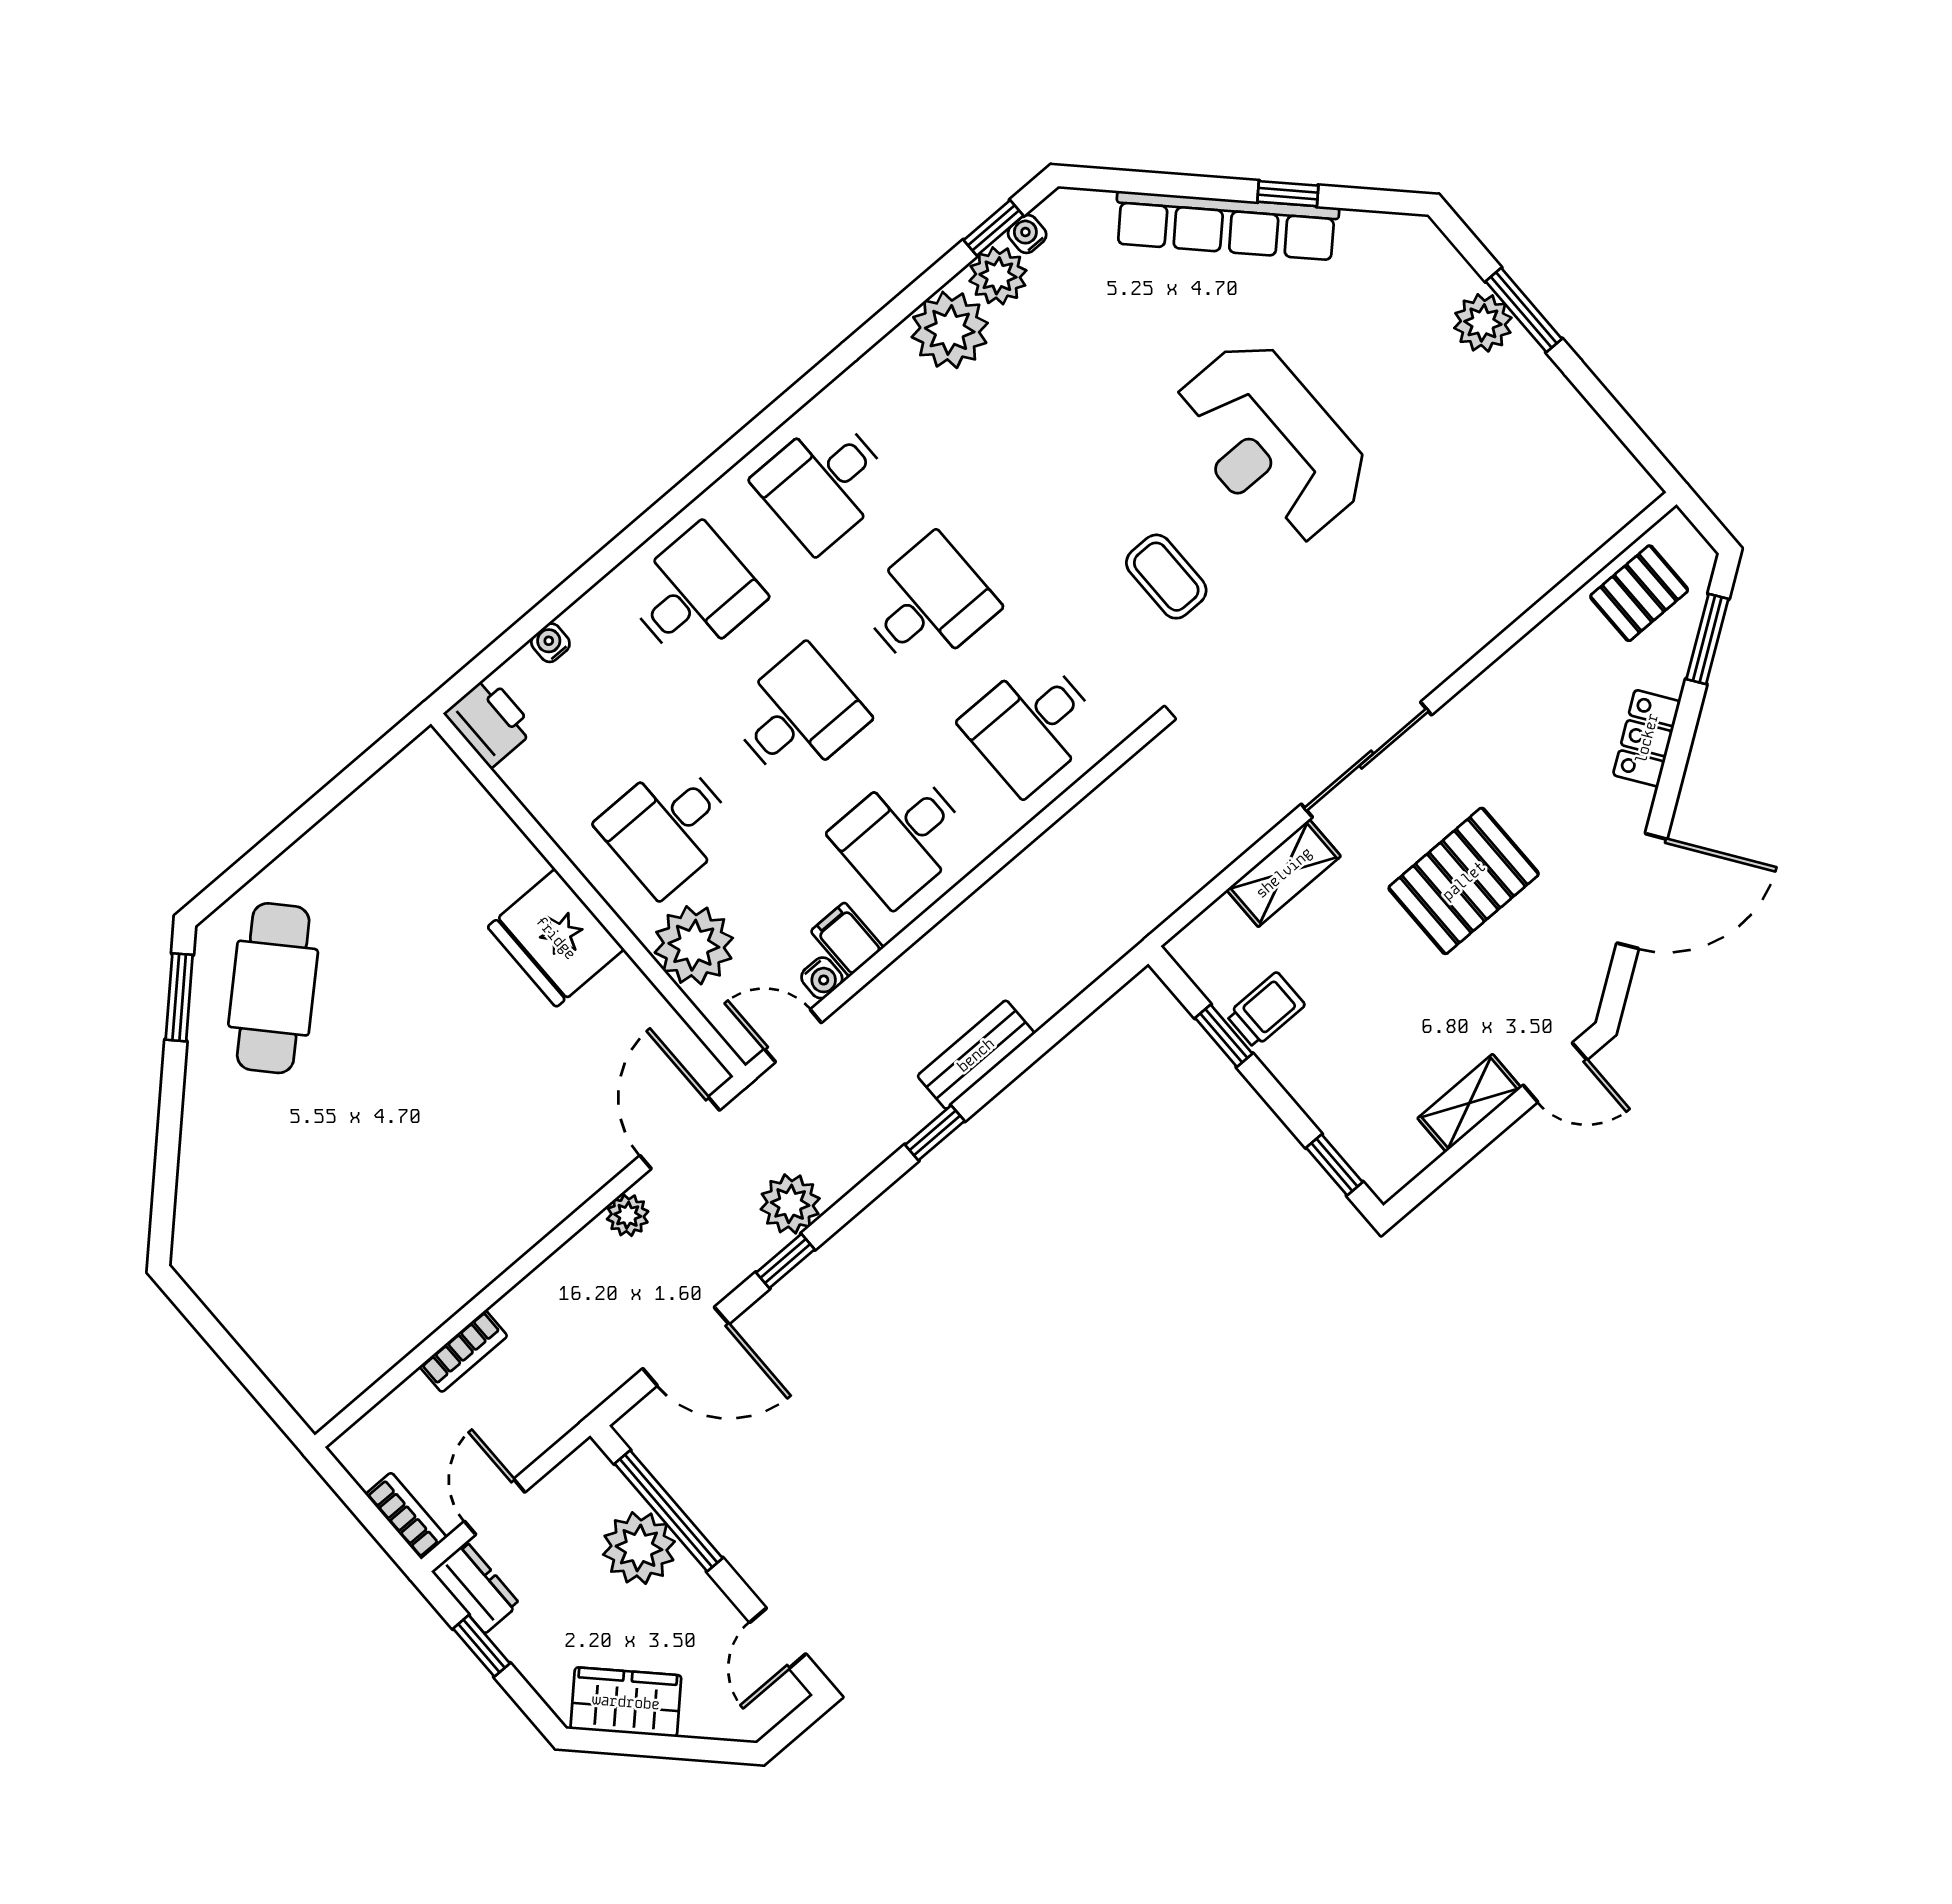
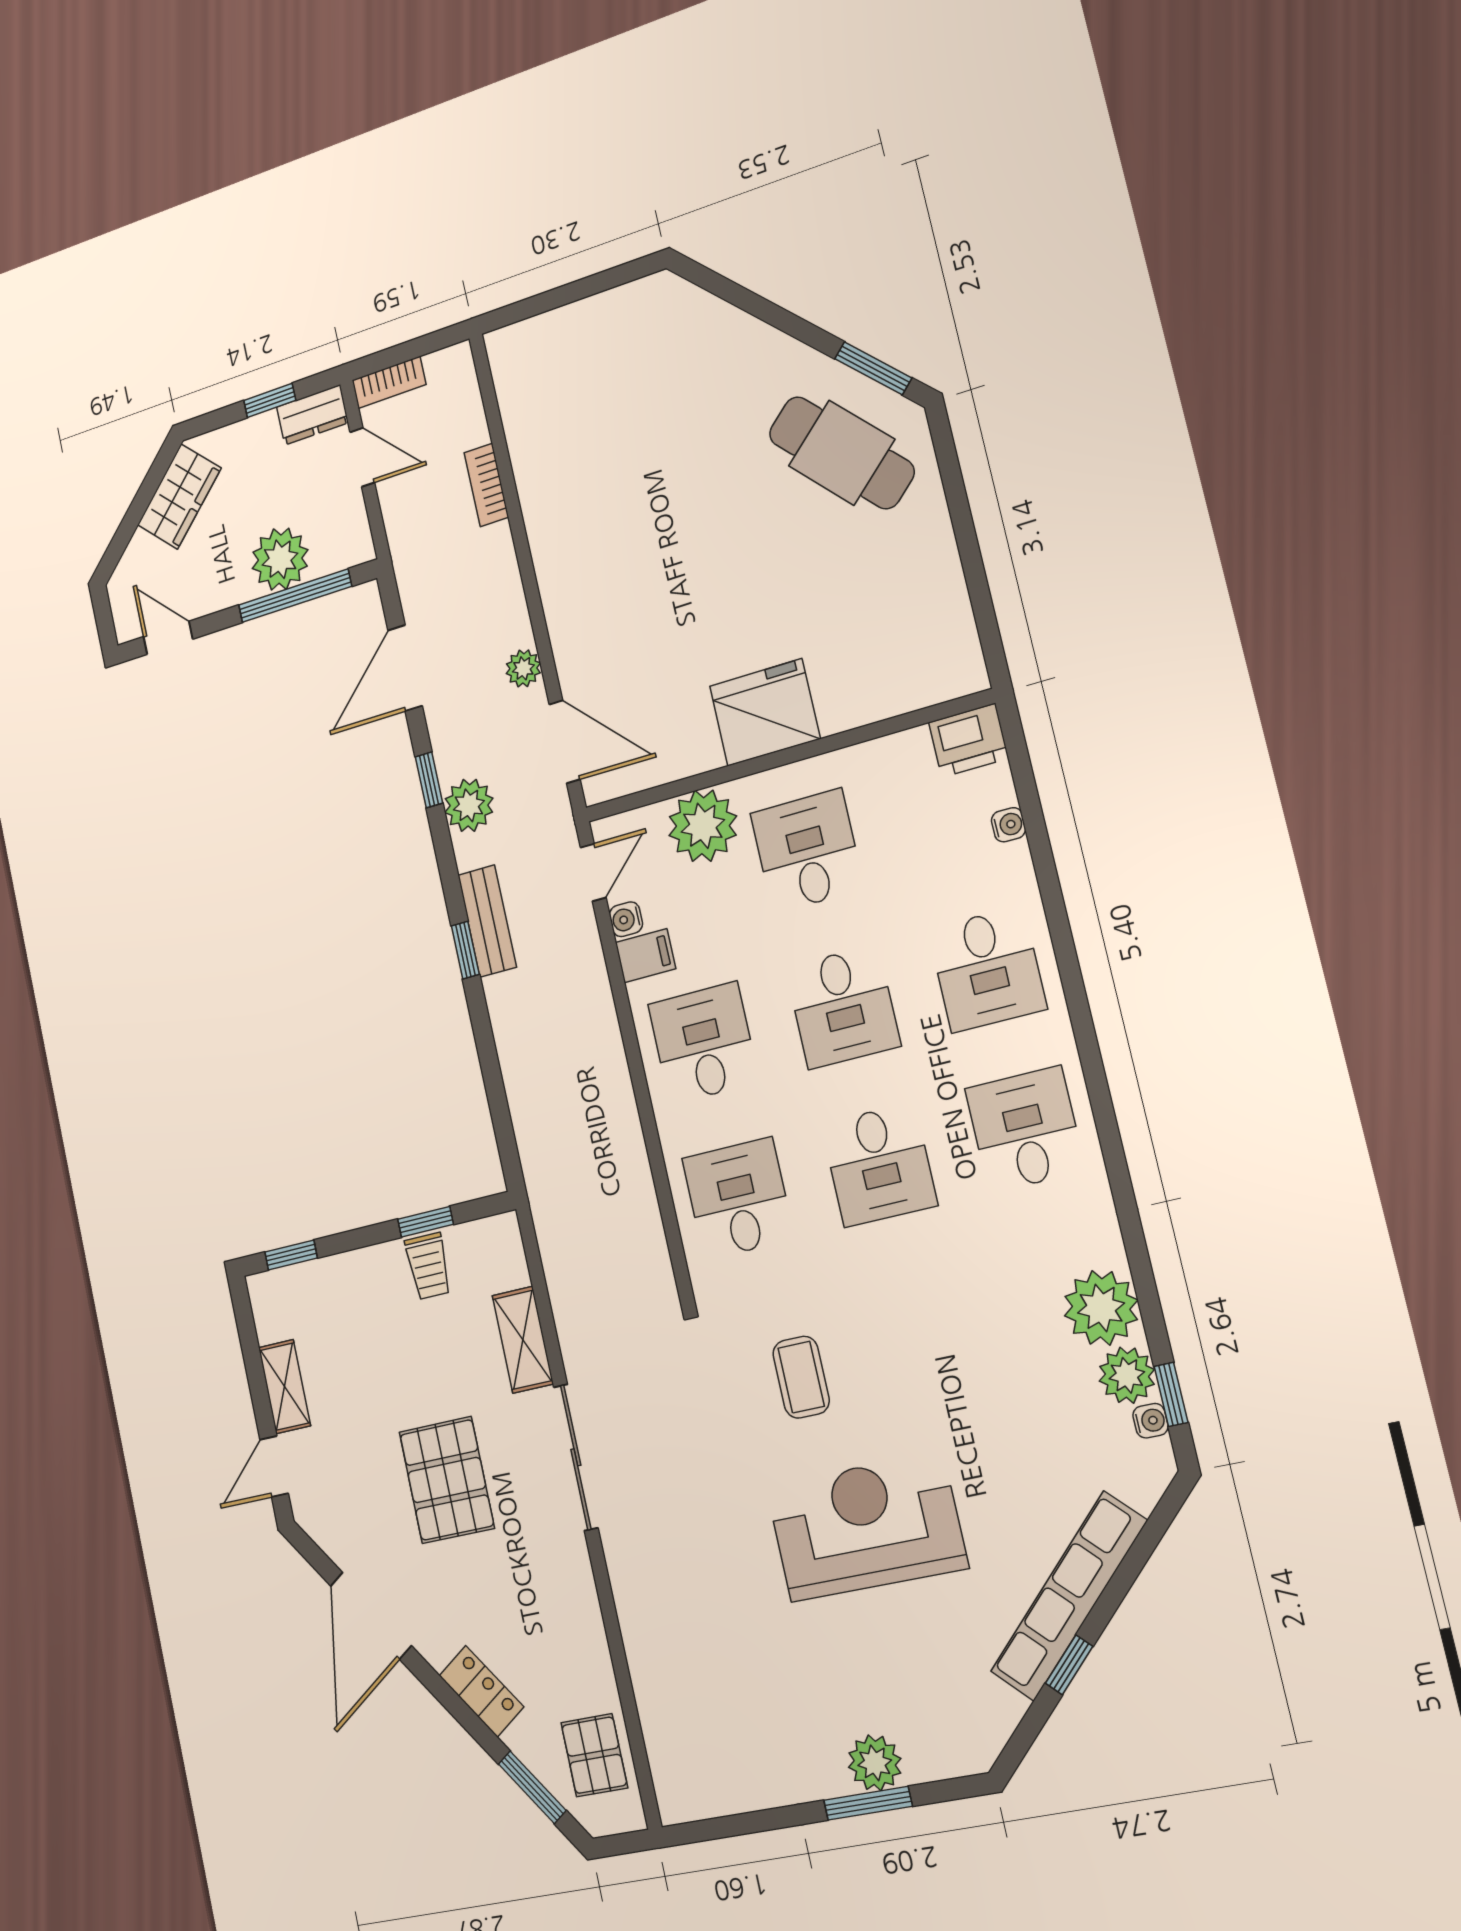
coffee table: (1166, 577) -> (801, 1377), turned 90
bench: (976, 1055) -> (487, 921), moved

